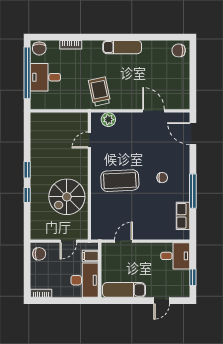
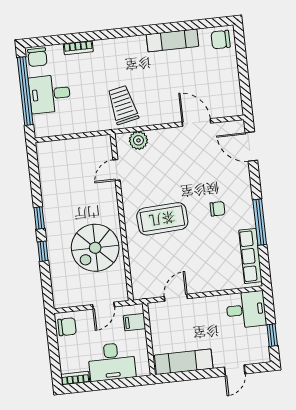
exam couch: (122, 47) -> (172, 40), moved
row of seats: (183, 216) -> (250, 256), width x1.48
desk: (85, 280) -> (112, 362), moved, turned 90

